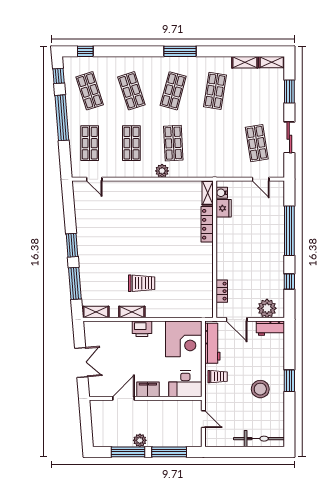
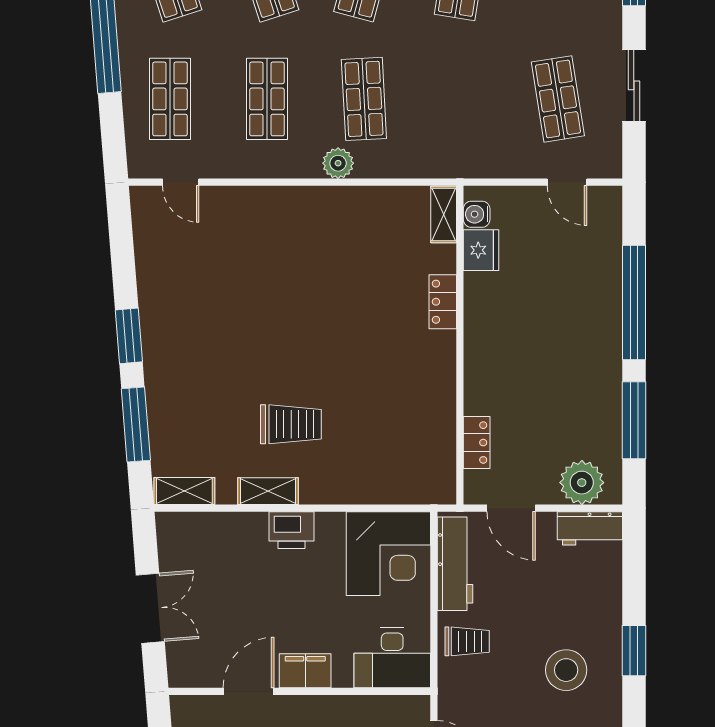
locker: (207, 224) -> (443, 302), width x0.66
window: (289, 282) -> (634, 420), width x2.17

